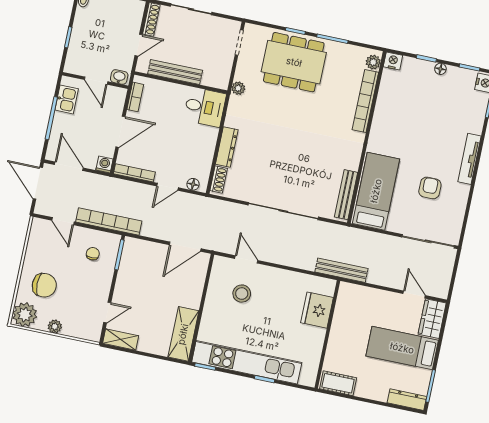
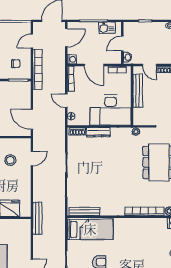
desk: (205, 107) -> (110, 110), width x1.87, depth x1.30

